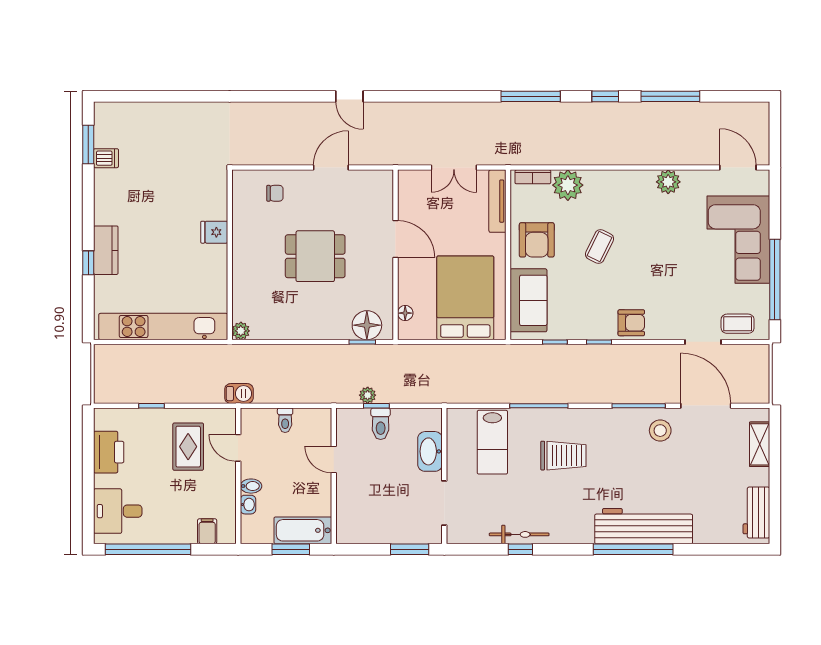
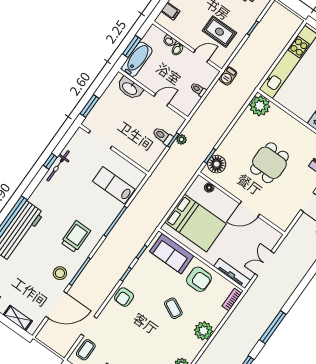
plant: (568, 185) -> (203, 331), moved
armchair: (537, 240) -> (199, 279), turned 180
plant: (241, 331) -> (260, 106), width x1.87, depth x1.87
washbasin: (430, 451) -> (130, 88), moved, turned 180
trolley: (563, 456) -> (76, 237), moved, turned 180

